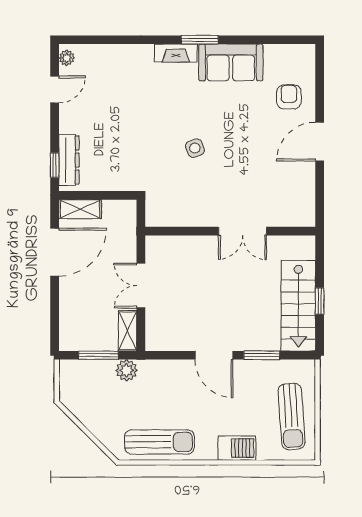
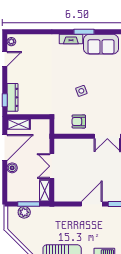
armchair: (190, 204) -> (79, 121), added
boiler: (68, 289) -> (12, 168), added
door: (214, 355) -> (92, 204), swing flipped
plant: (127, 370) -> (24, 212), moved

